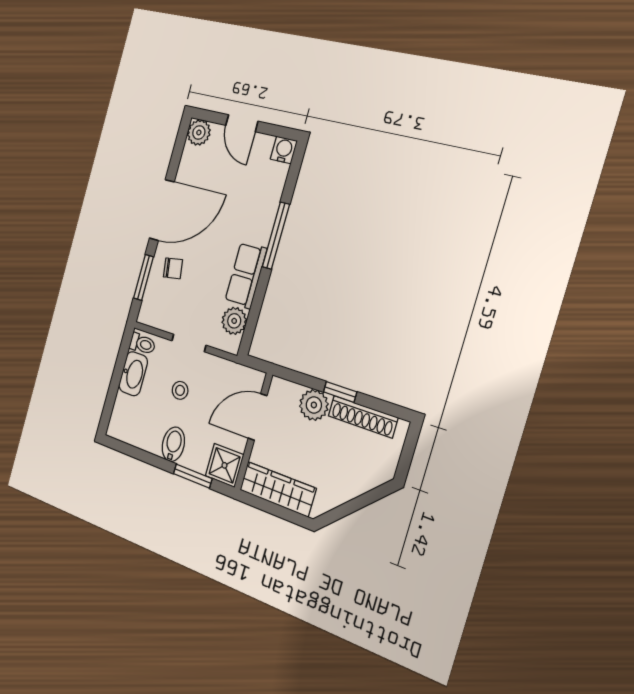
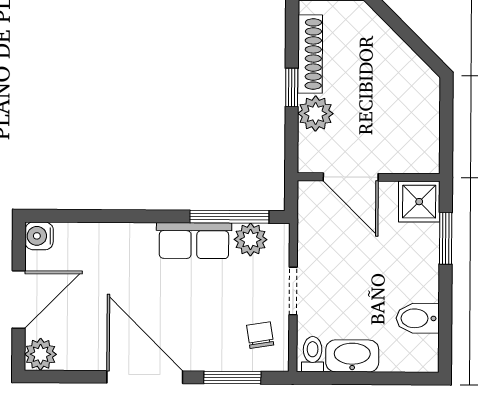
door: (242, 123) -> (19, 299), width x1.38
window: (276, 236) -> (229, 217), moved
chair: (173, 268) -> (260, 335), moved
stool: (180, 390) -> (352, 286), removed
bidet: (173, 444) -> (418, 318), moved
wardrobe: (278, 489) -> (423, 129), removed

